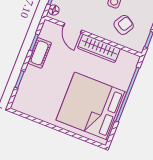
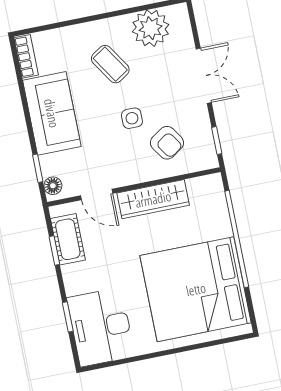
armchair: (124, 25) -> (167, 143), turned 115
cot: (40, 53) -> (68, 239), moved
desk: (33, 95) -> (101, 327), added

